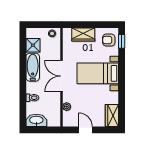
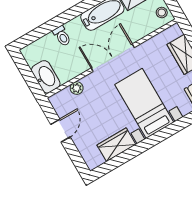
wardrobe: (112, 116) -> (116, 145), moved
washbasin: (36, 120) -> (46, 77), moved

